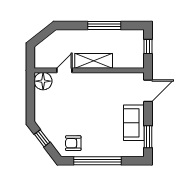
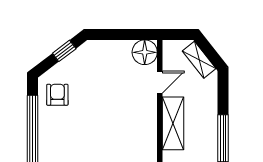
shelving: (48, 42) -> (199, 60), added
door: (64, 70) -> (160, 82), hinge flipped

